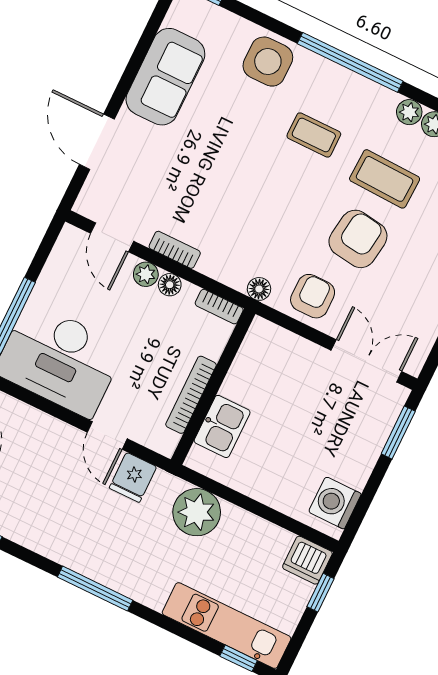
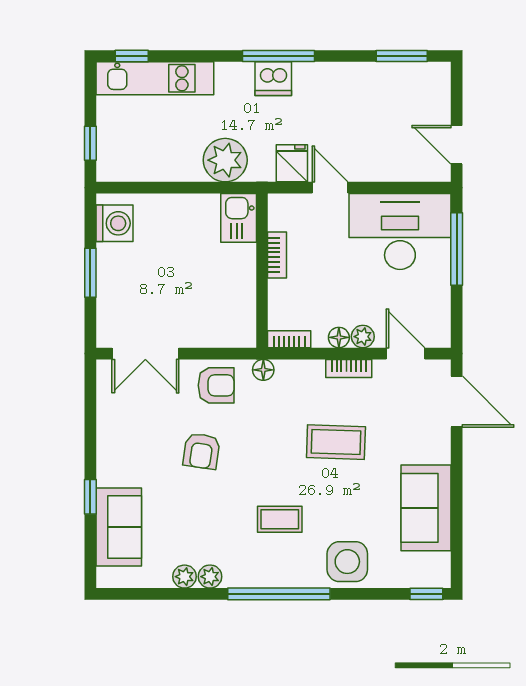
door: (97, 142) -> (457, 402), moved
coffee table: (385, 179) -> (336, 442), moved
armchair: (358, 239) -> (201, 451), width x0.72, depth x0.72
armchair: (313, 296) -> (216, 385), turned -90
bookcase: (191, 395) -> (277, 255), width x0.64
kitchen sink: (222, 426) -> (239, 218), moved
window: (398, 433) -> (90, 273), moved
dishwasher: (307, 560) -> (273, 79), moved, turned 180

